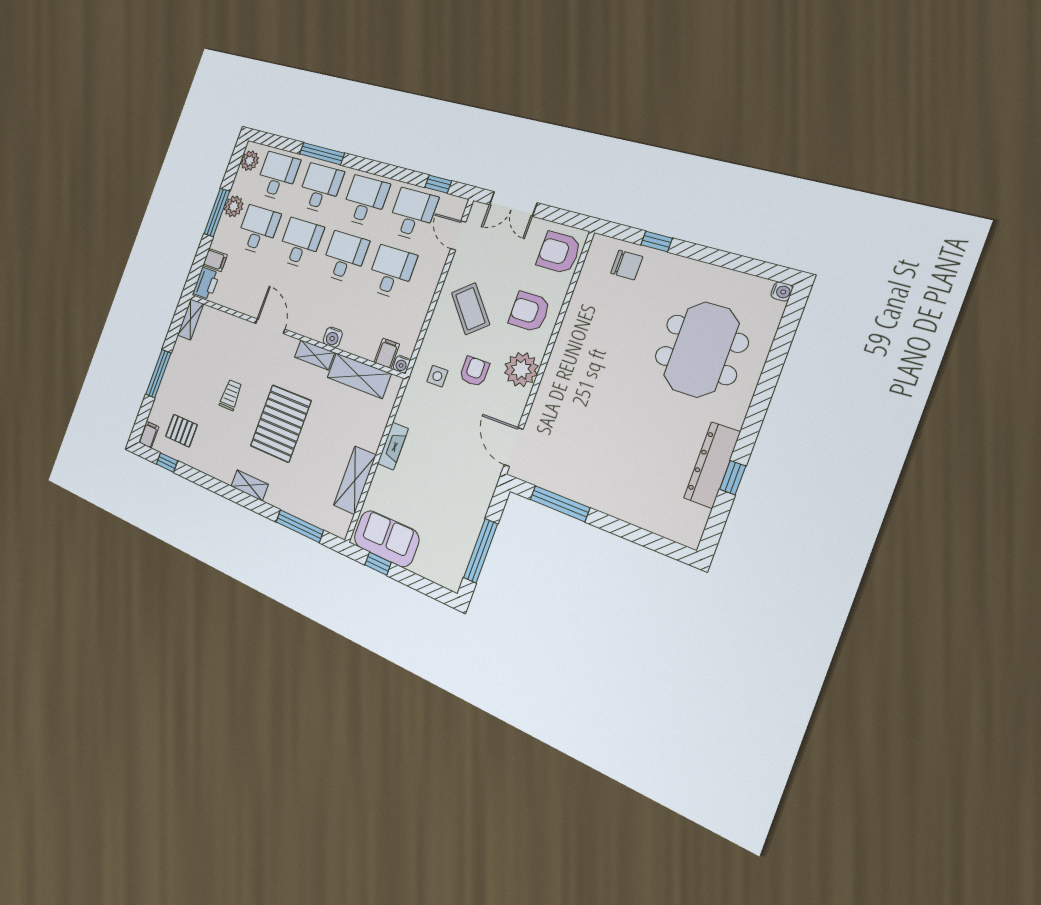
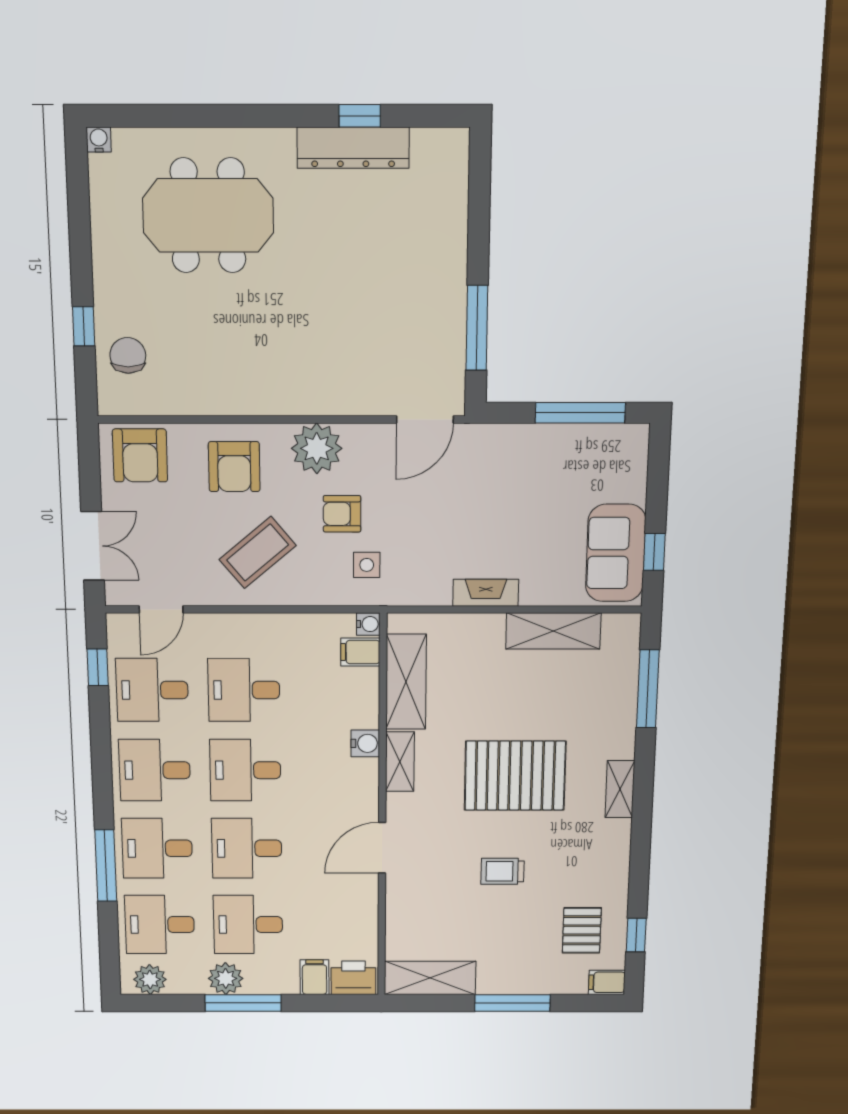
shelving: (190, 319) -> (430, 978), width x1.50, depth x1.33

